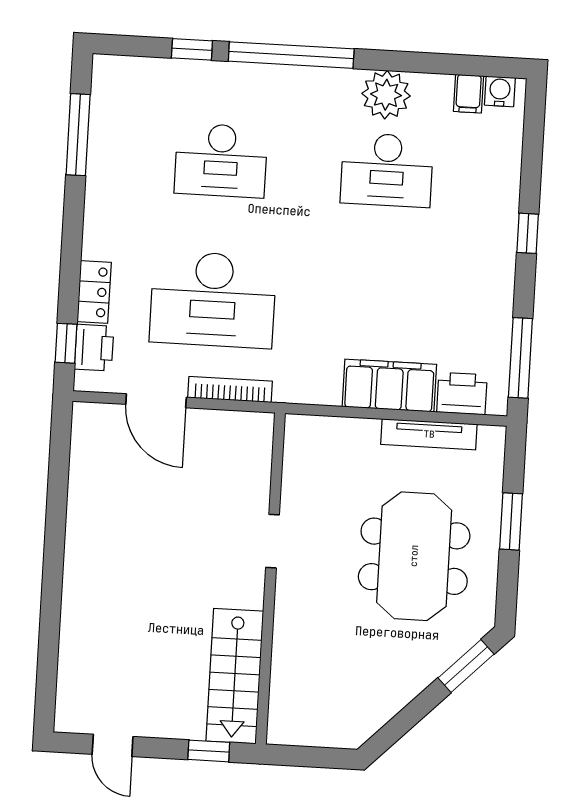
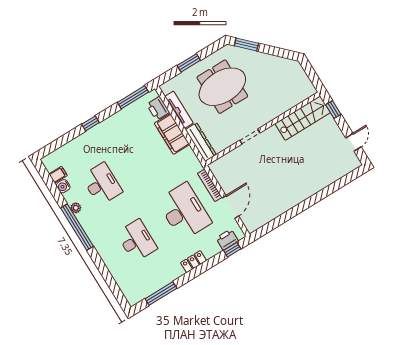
window: (192, 49) -> (107, 276), removed
window: (291, 55) -> (77, 227), moved
water cooler: (500, 91) -> (63, 186), moved
plant: (386, 95) -> (76, 208), width x0.53, depth x0.53
locker: (94, 292) -> (194, 262), moved
dresser: (331, 433) -> (201, 142), added

